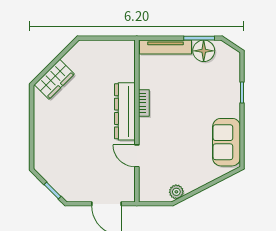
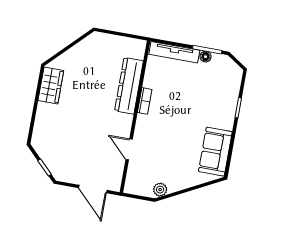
floor lamp: (204, 51) -> (206, 57), width x0.53, depth x0.53
wardrobe: (54, 79) -> (51, 86), moved, turned -45
dresser: (125, 111) -> (129, 86), moved

